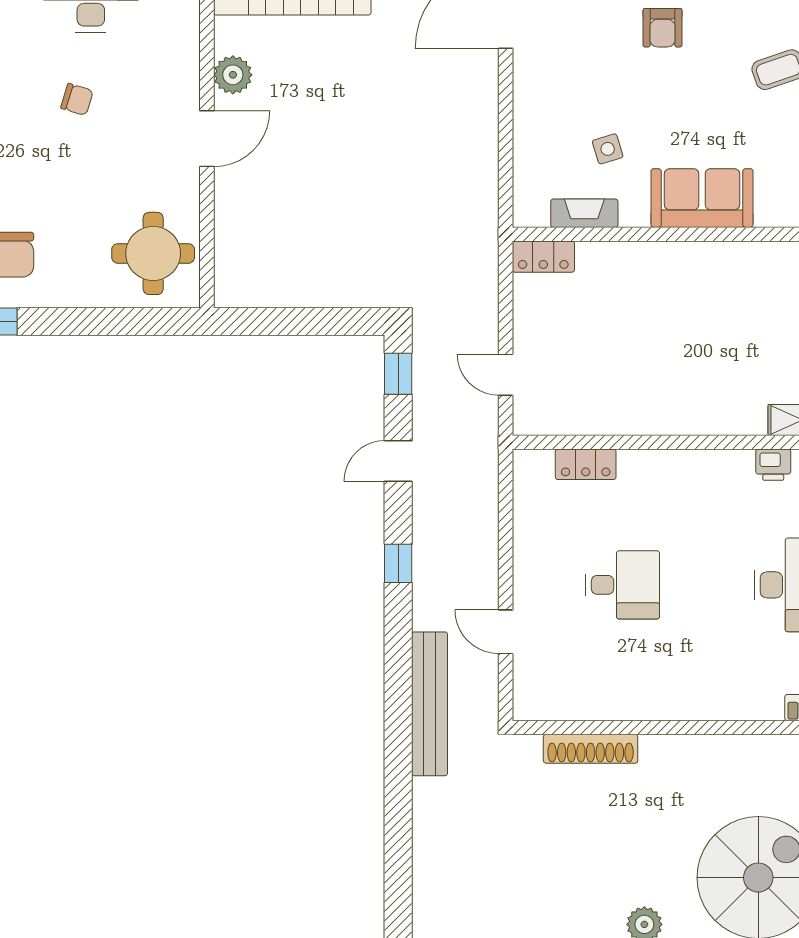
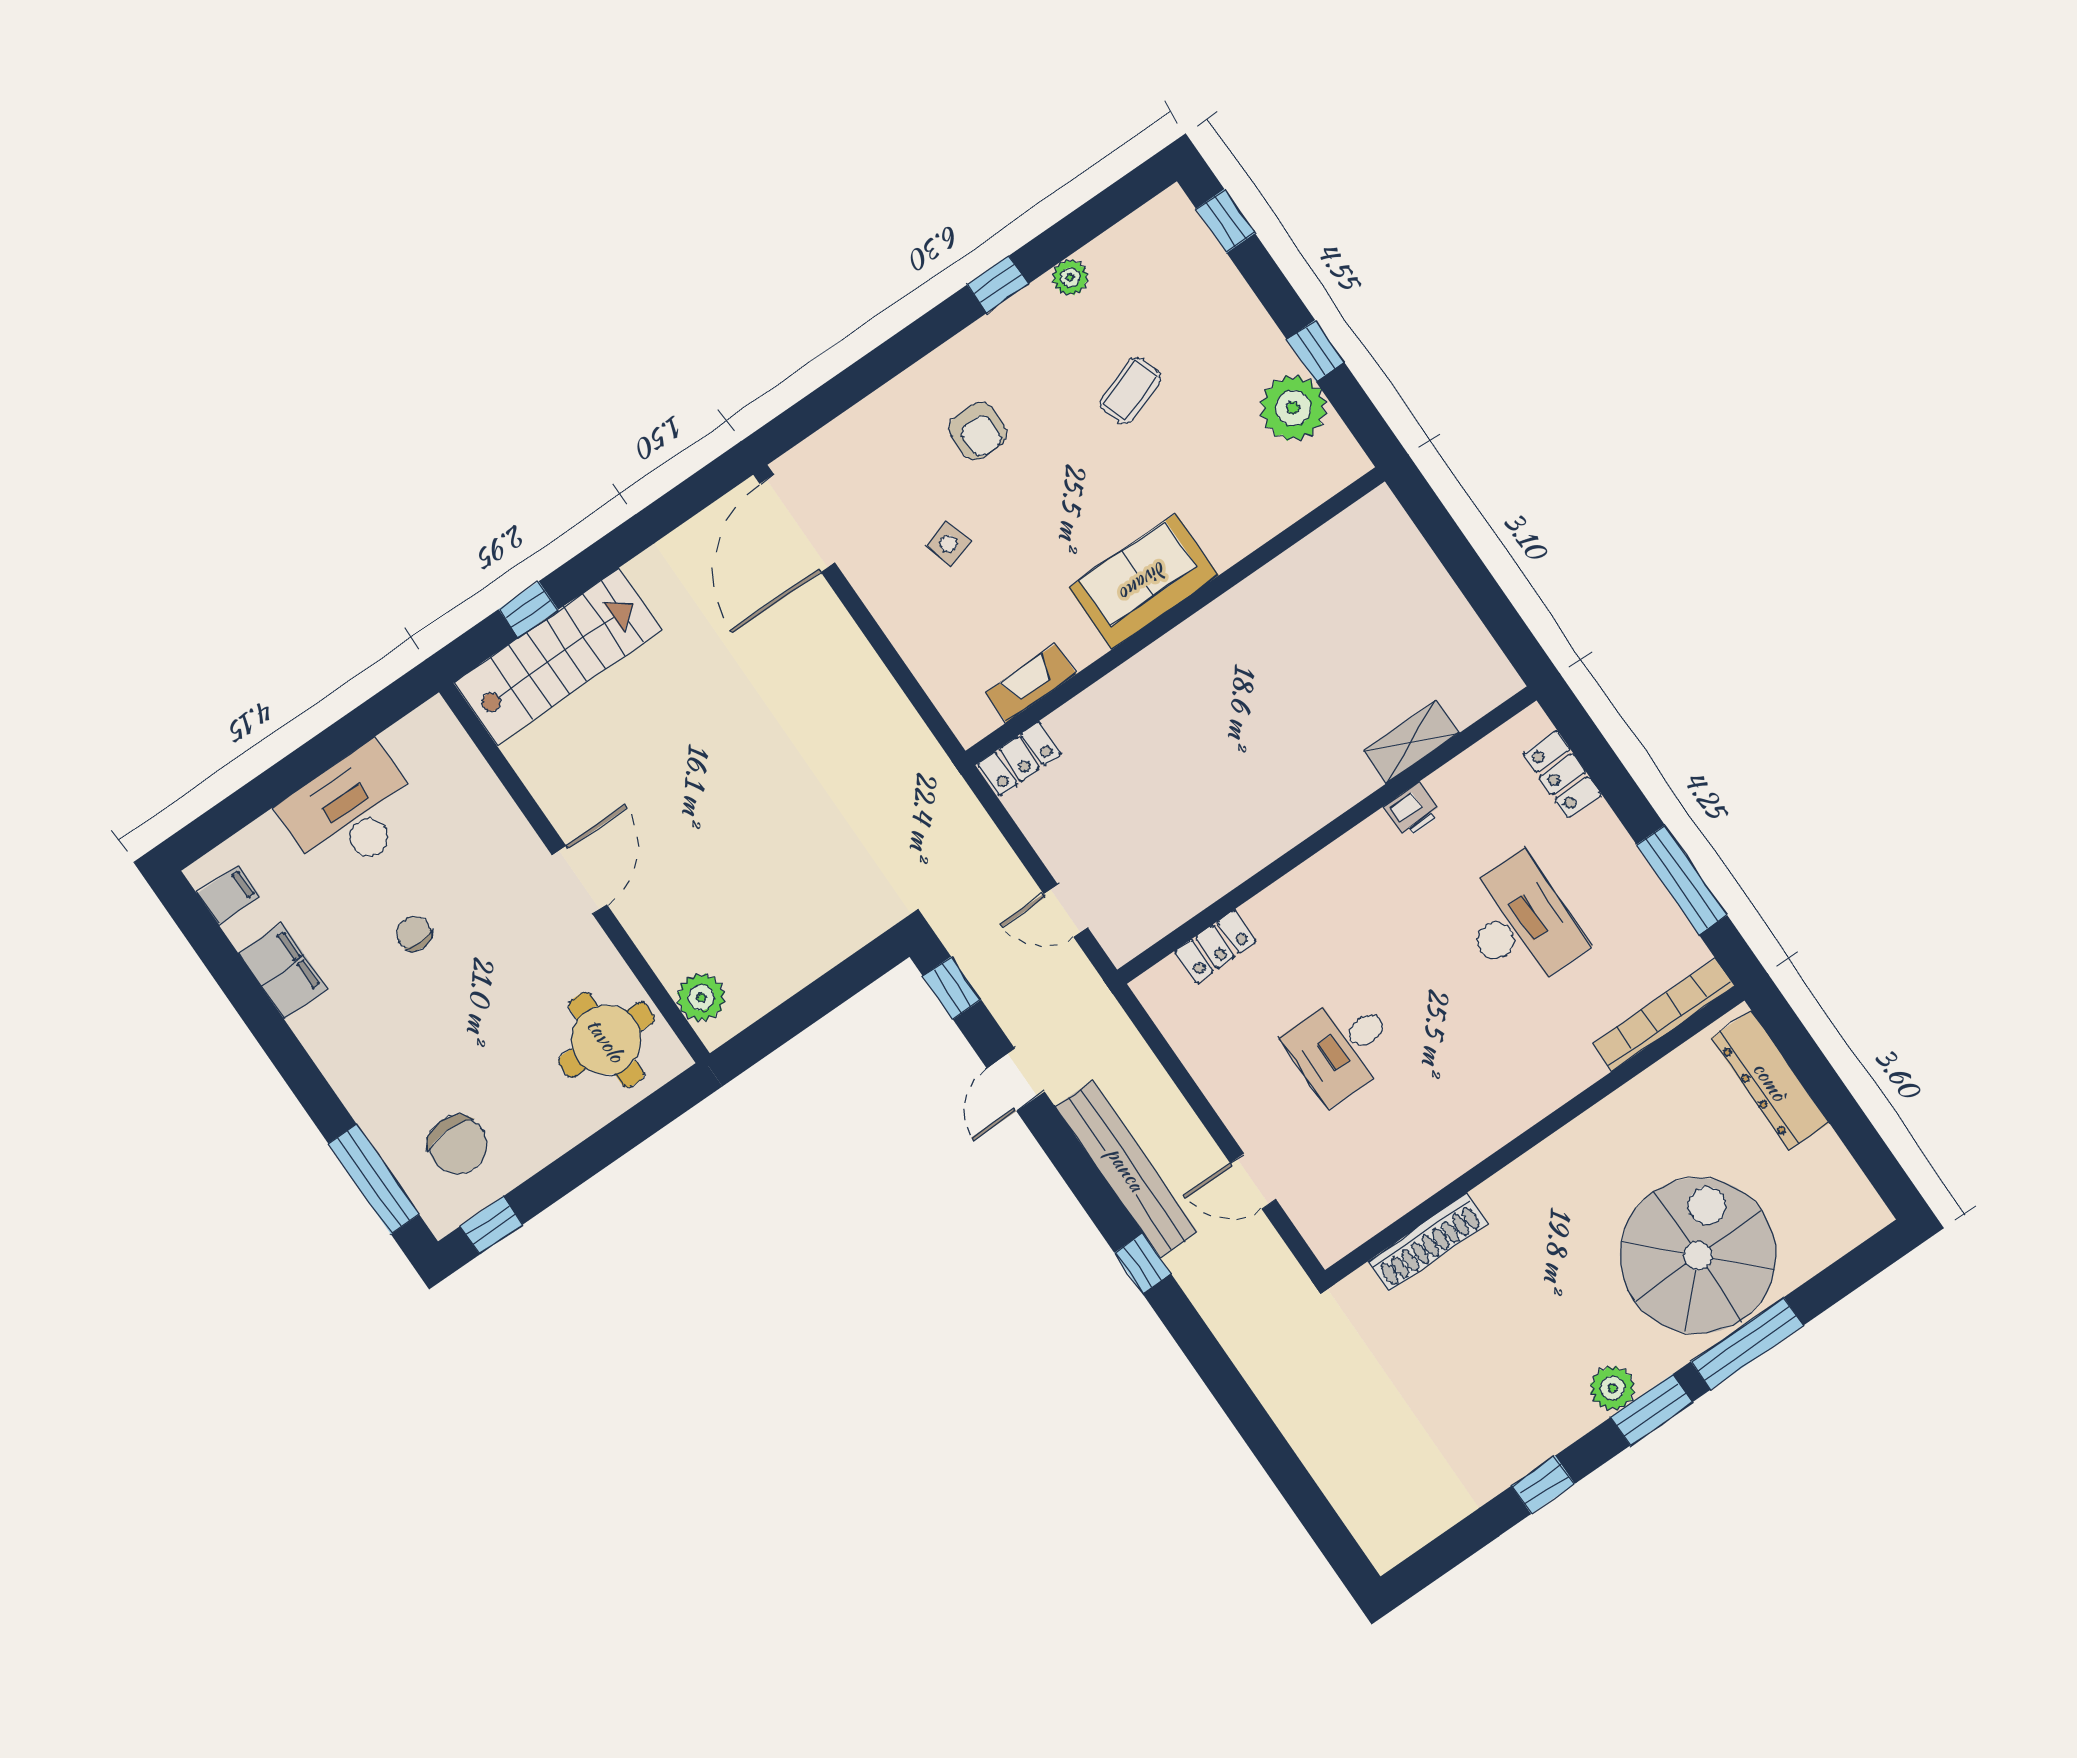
plant: (233, 75) -> (701, 997), moved
chair: (77, 99) -> (414, 933), turned -107
side table: (608, 149) -> (948, 544), moved
window: (398, 563) -> (1143, 1263), moved
desk: (622, 585) -> (1342, 1047), turned 180
bench: (430, 704) -> (1126, 1169), moved

